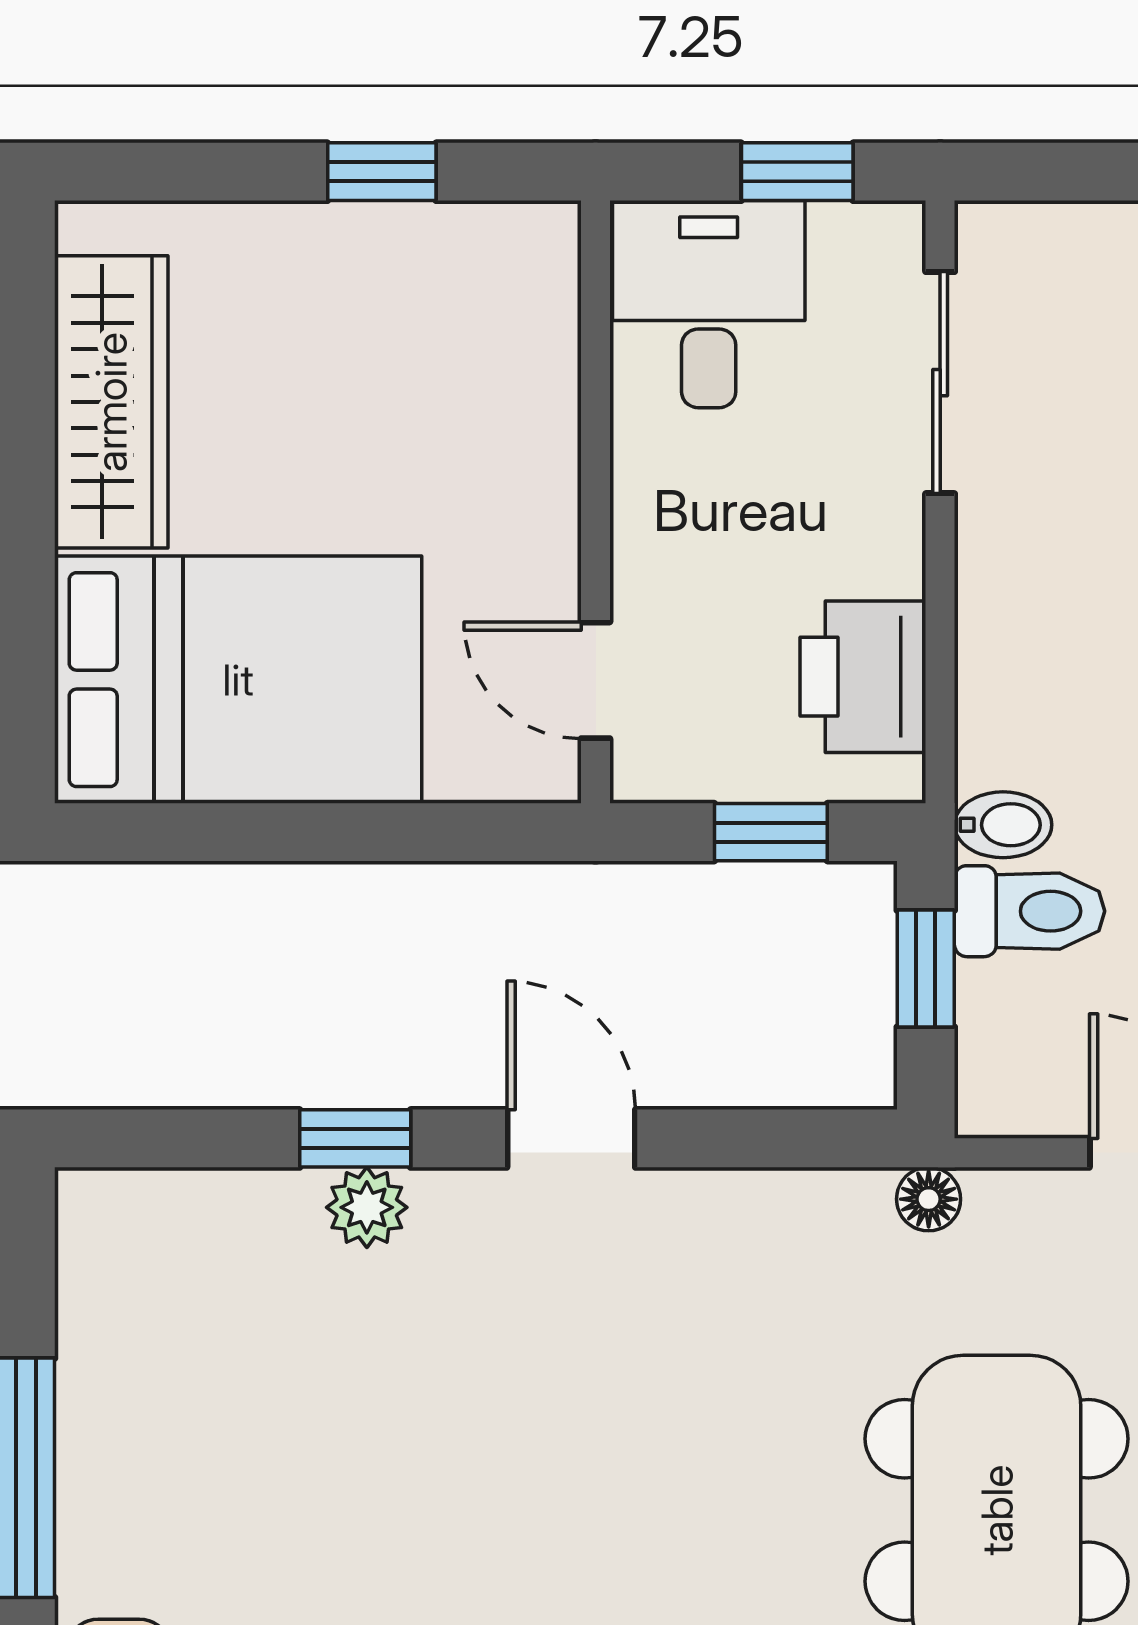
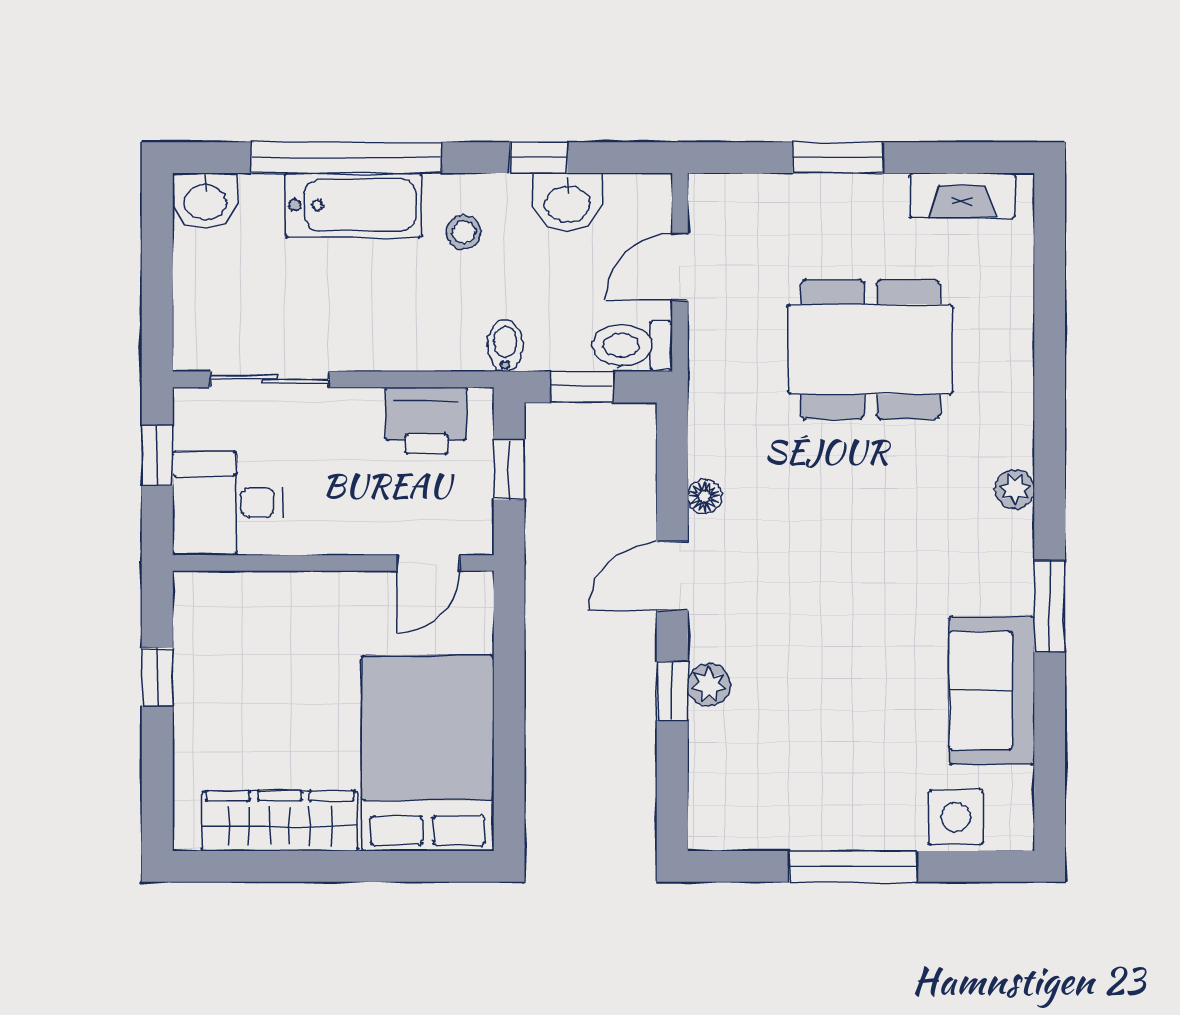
toilet: (1030, 911) -> (632, 345), moved, turned -90
floor lamp: (929, 1199) -> (705, 497), moved

